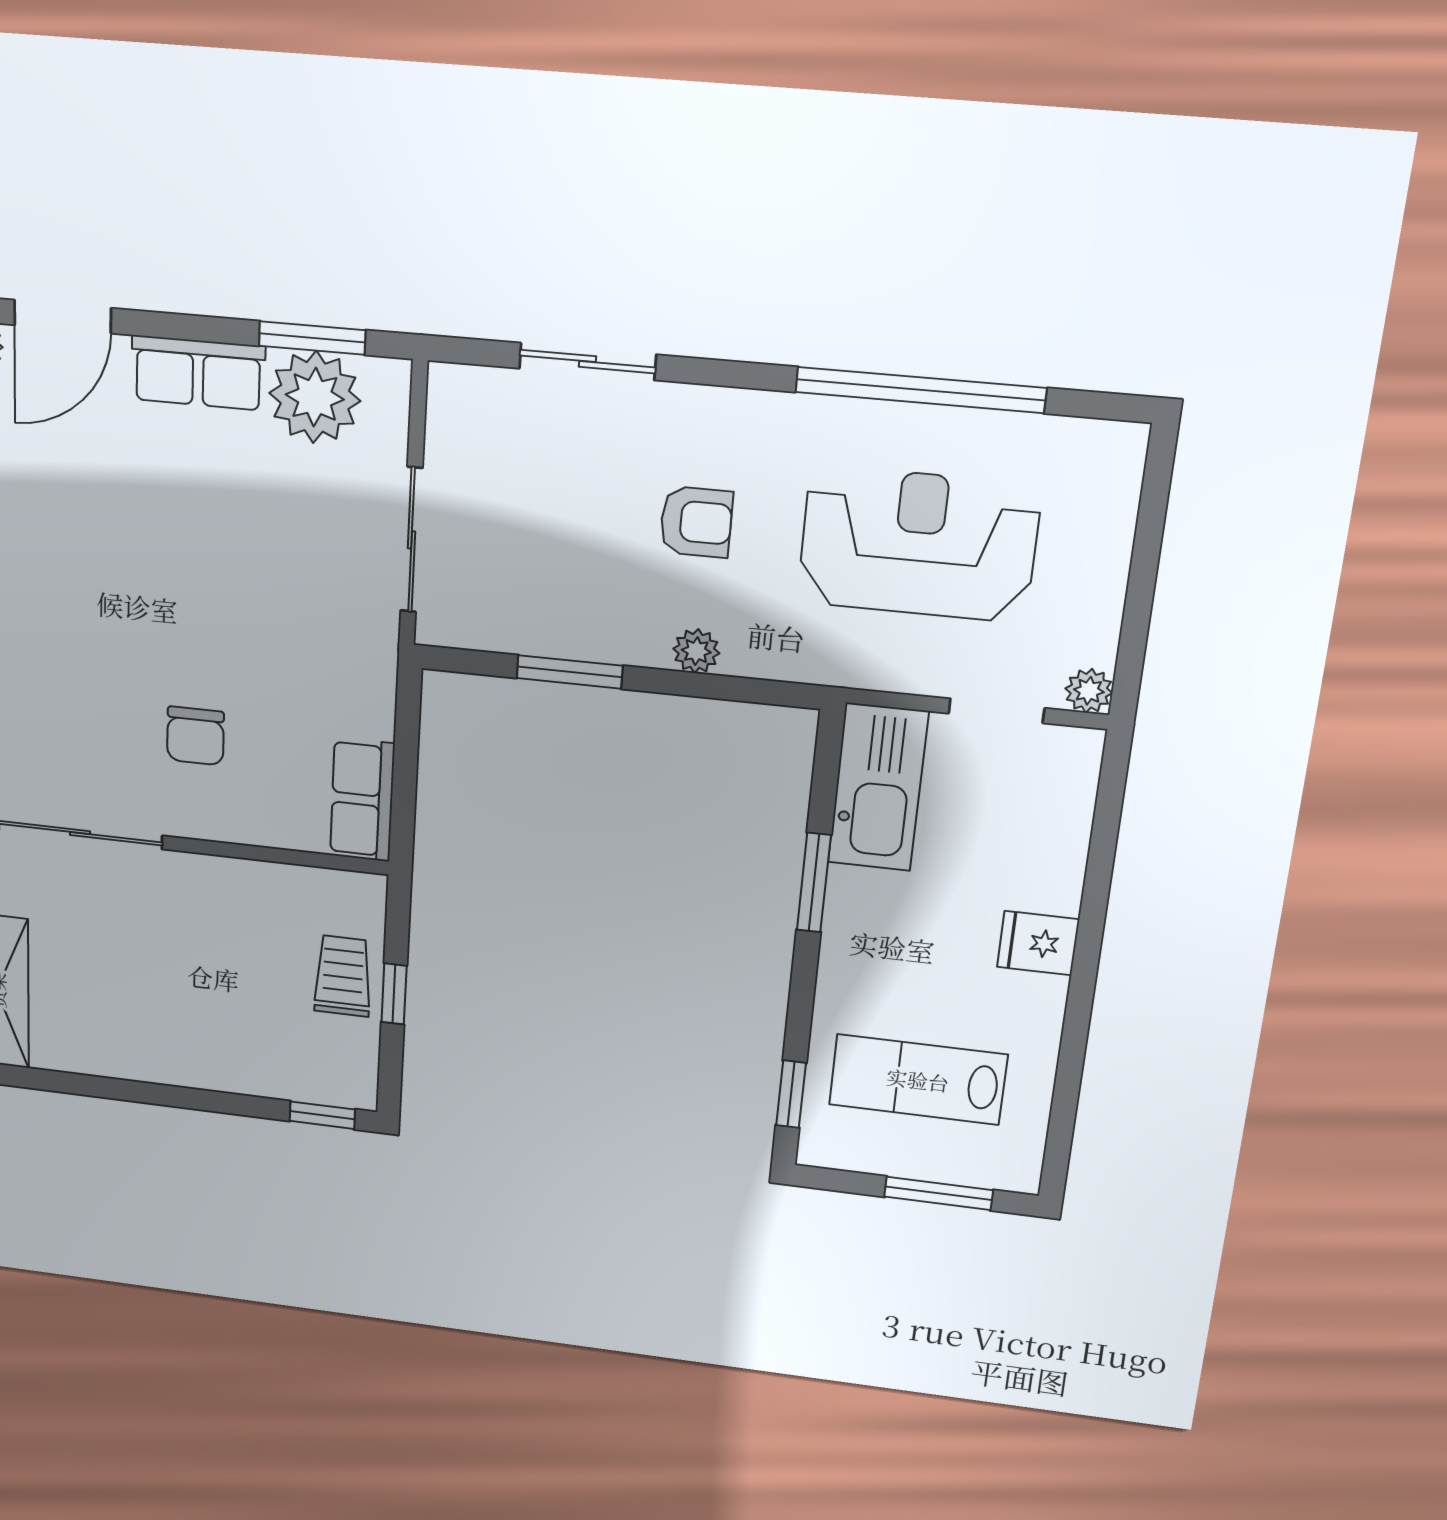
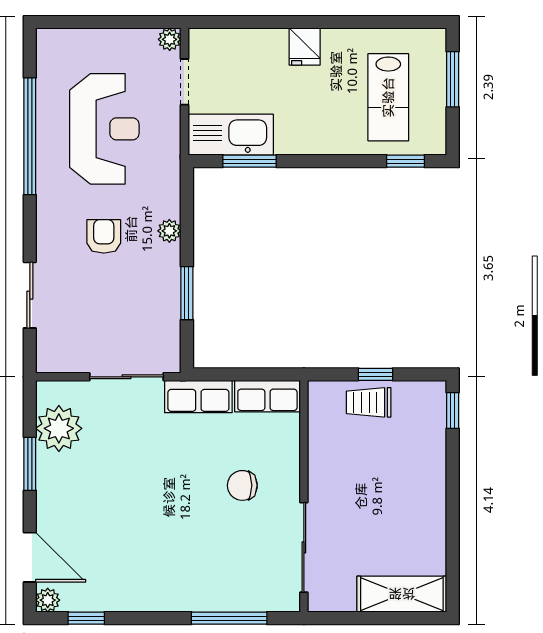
window: (312, 338) -> (30, 464), moved
row of seats: (198, 373) -> (198, 397), moved, turned 90
reception desk: (918, 544) -> (104, 129), turned 180
chair: (195, 736) -> (242, 485), turned 180
window: (814, 883) -> (249, 161), moved

